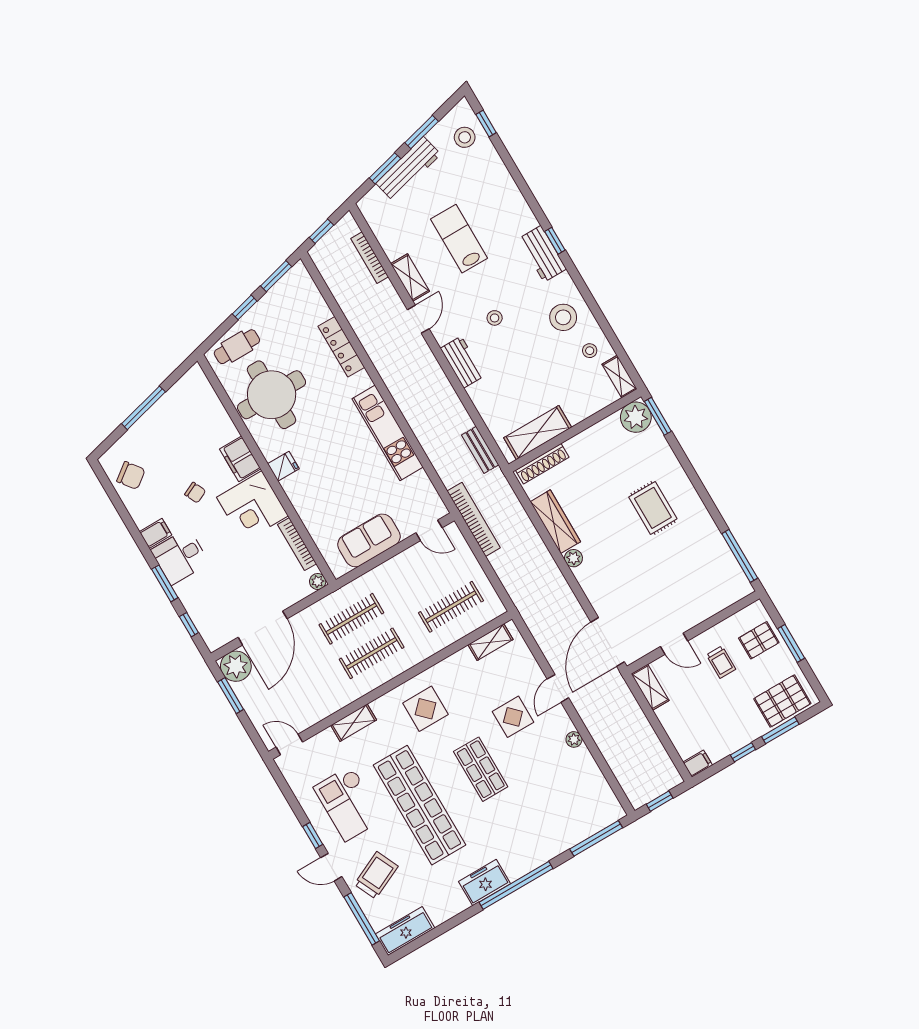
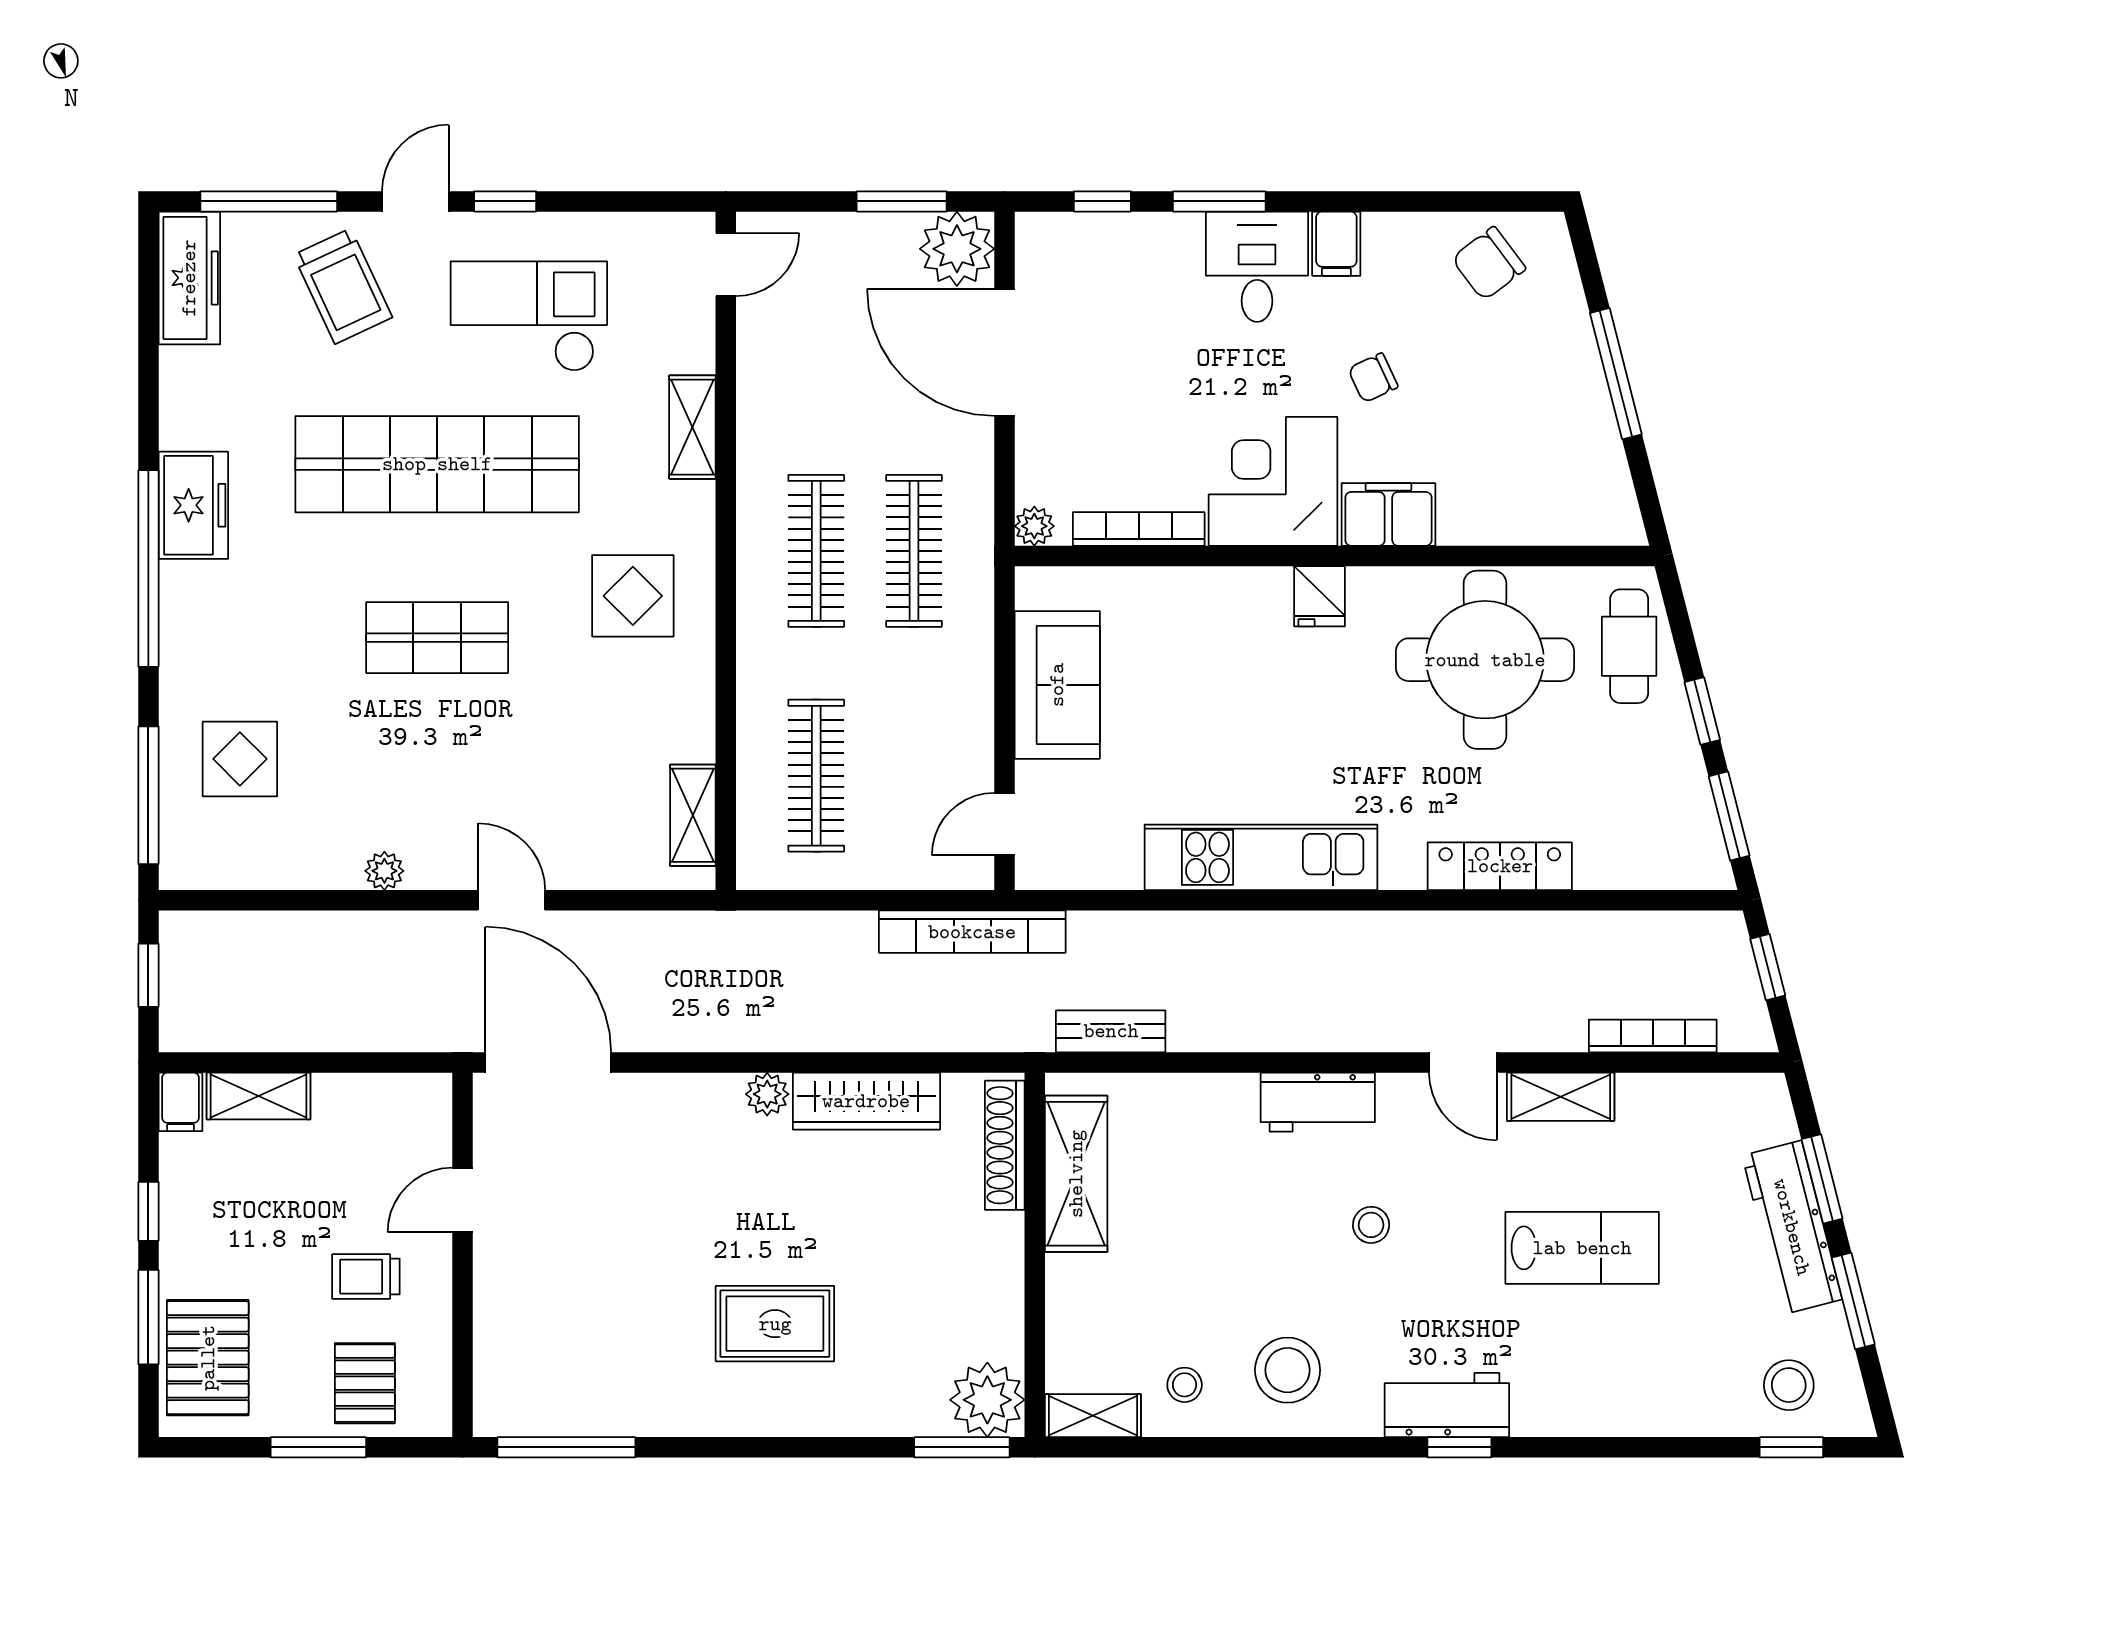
shelving: (650, 687) -> (258, 1096), moved
display table: (513, 717) -> (240, 759), moved

